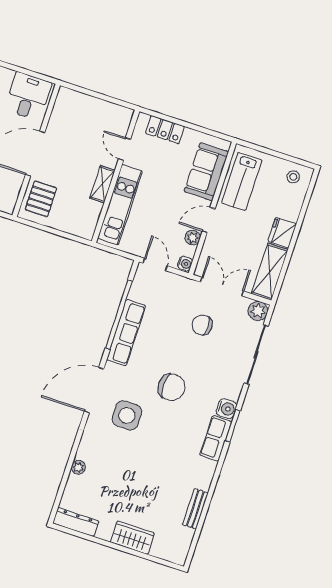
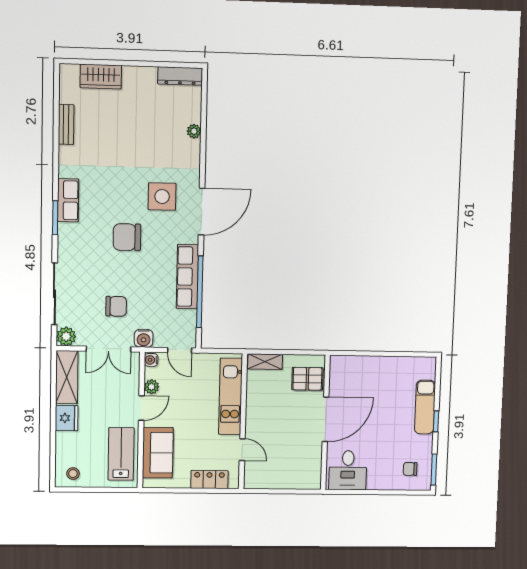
shelving: (102, 184) -> (265, 362), moved, turned 90
pallet: (41, 199) -> (307, 379), turned 90
water cooler: (226, 409) -> (144, 338), moved, turned -90
wardrobe: (132, 538) -> (101, 76), moved

